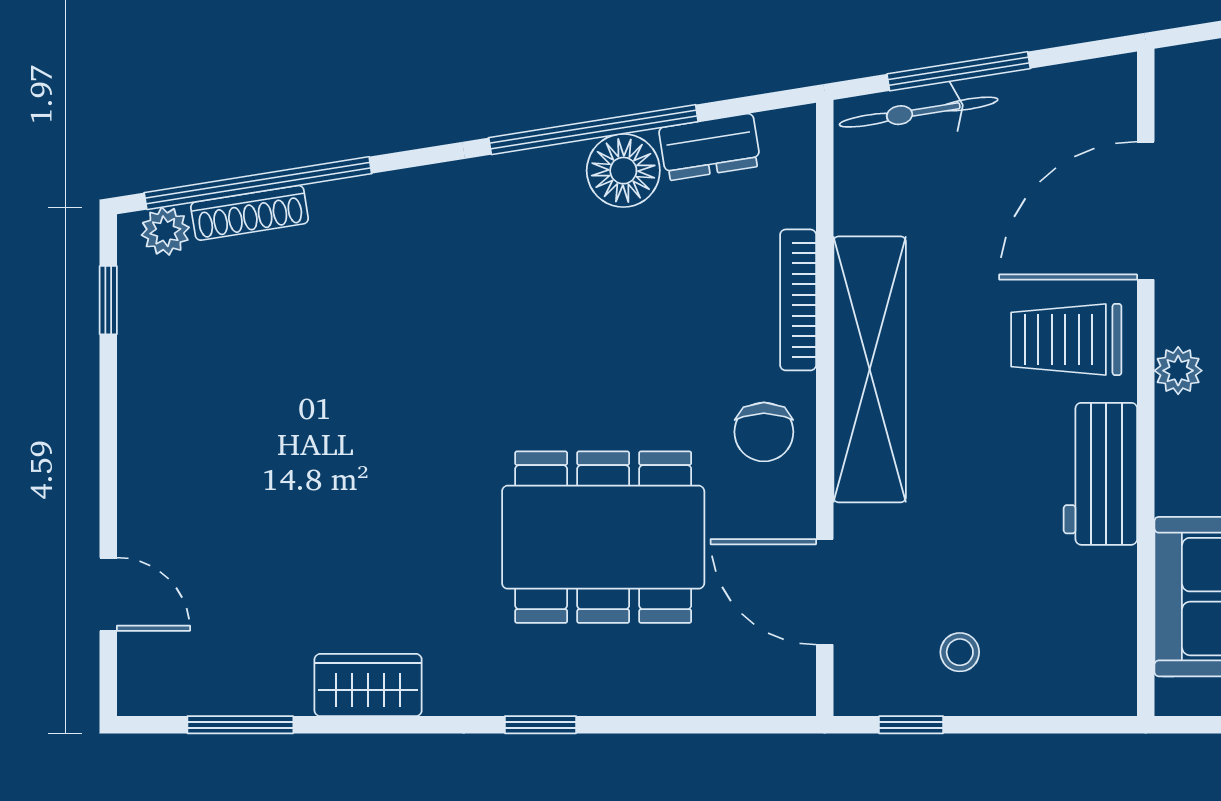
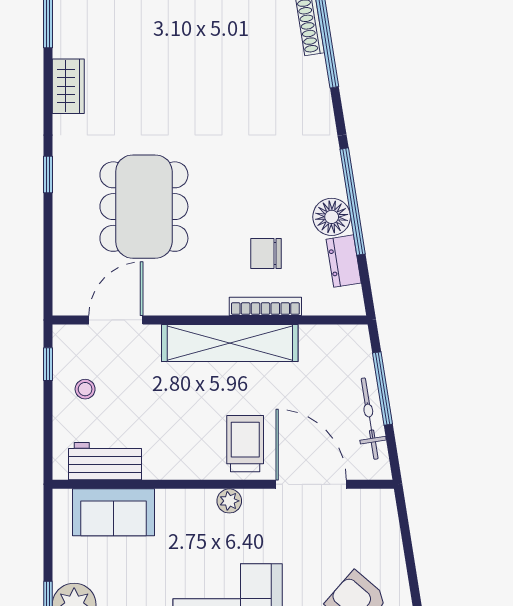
bicycle: (919, 112) -> (370, 419), moved
chair: (764, 432) -> (266, 254), moved
workbench: (1100, 474) -> (105, 461), moved

